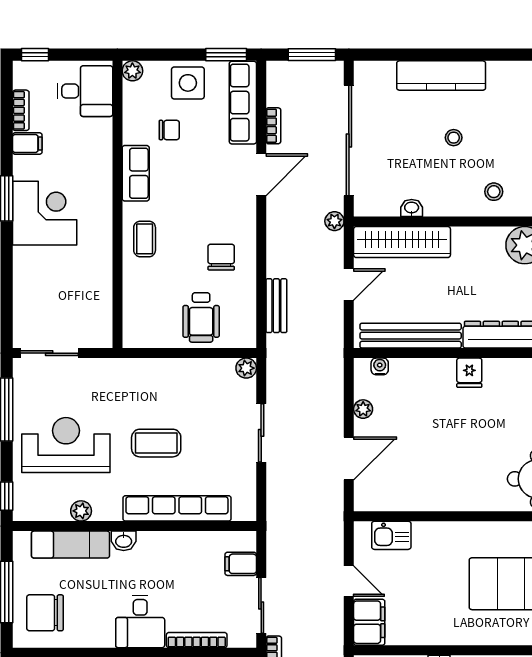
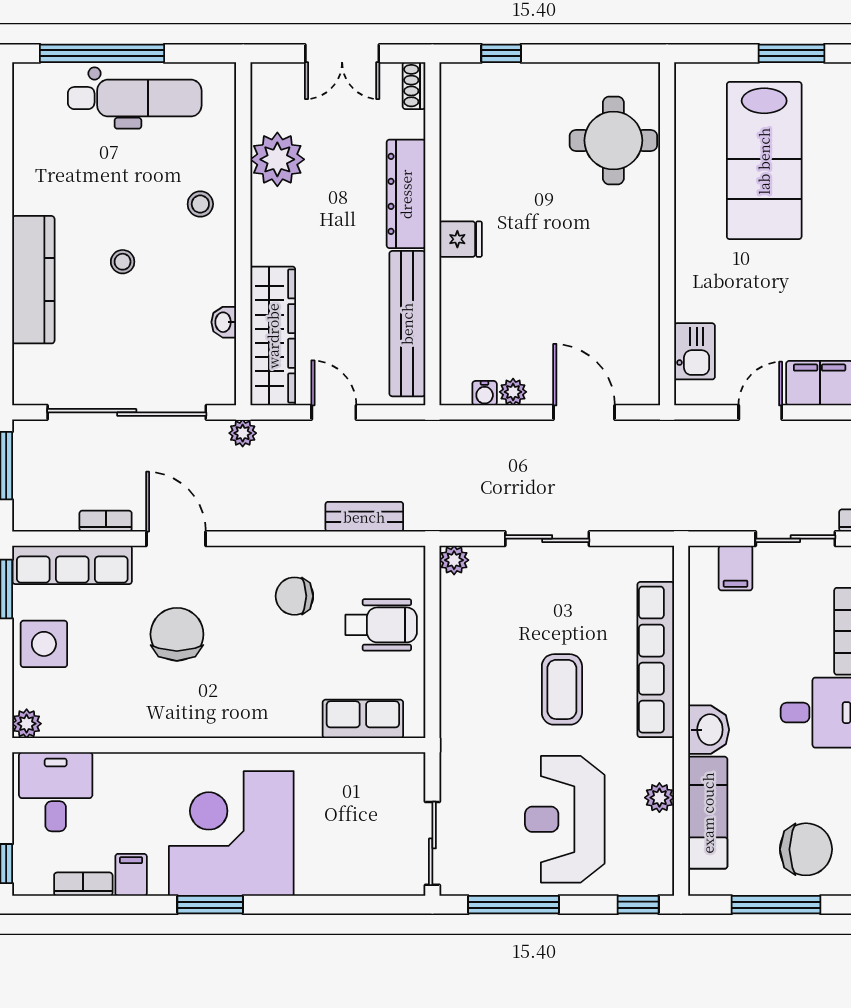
chair: (169, 130) -> (177, 634), moved, width x1.87, depth x1.87
row of seats: (136, 173) -> (363, 719), moved
corner desk: (45, 213) -> (231, 833), width x1.36, depth x1.36
coffee table: (145, 239) -> (268, 706), removed
water cooler: (380, 366) -> (485, 393), moved, turned -90
washbasin: (124, 541) -> (709, 730), width x1.38, depth x1.45
chair: (45, 613) -> (806, 849), turned -90

